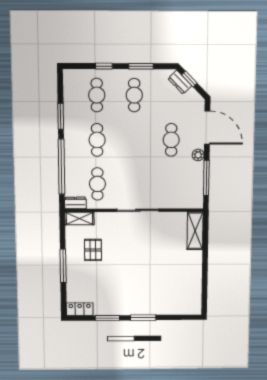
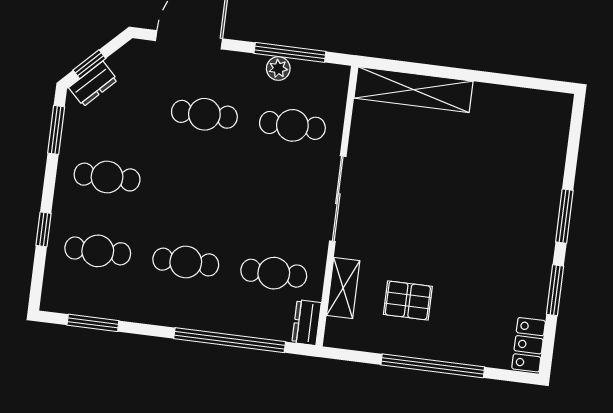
window: (141, 66) -> (56, 130), moved
window: (61, 116) -> (93, 323), moved
plant: (198, 155) -> (278, 68), moved
cafe table: (171, 184) -> (292, 125), added
shelving: (79, 218) -> (343, 288), moved
shelving: (195, 231) -> (413, 90), width x1.47
window: (63, 266) -> (433, 366), width x1.46

